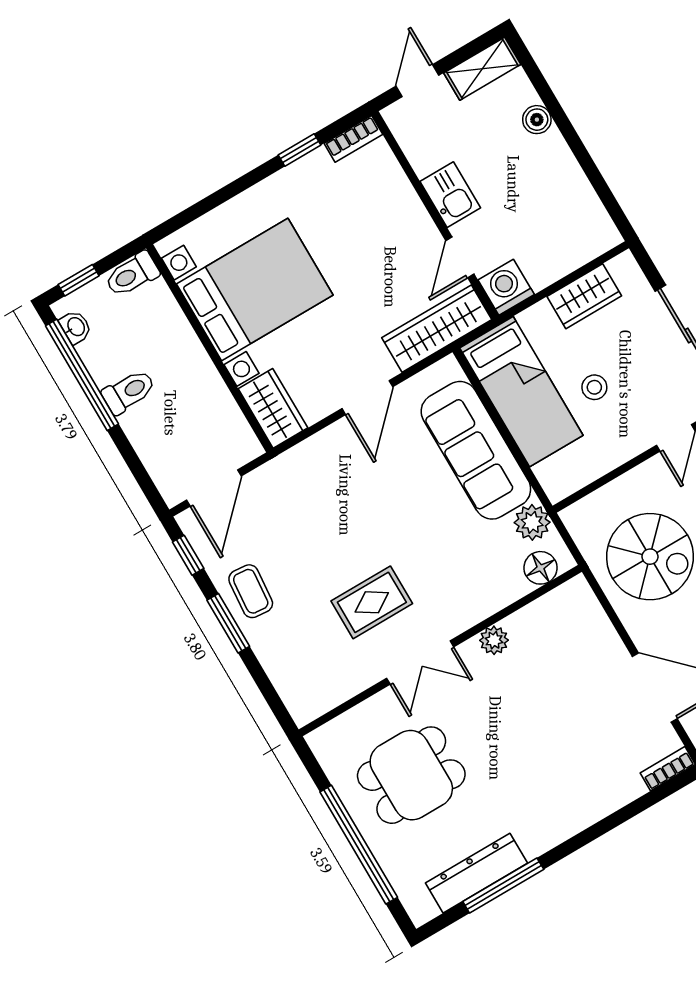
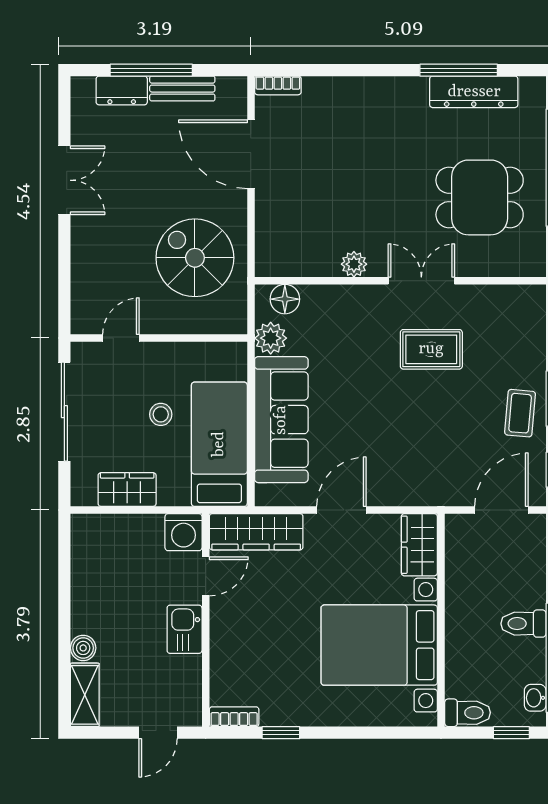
shelving: (482, 69) -> (85, 695), moved, turned 90

